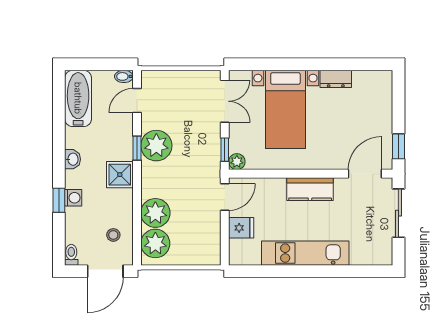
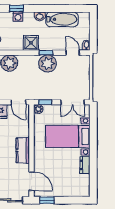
bathtub: (78, 98) -> (62, 19), moved

